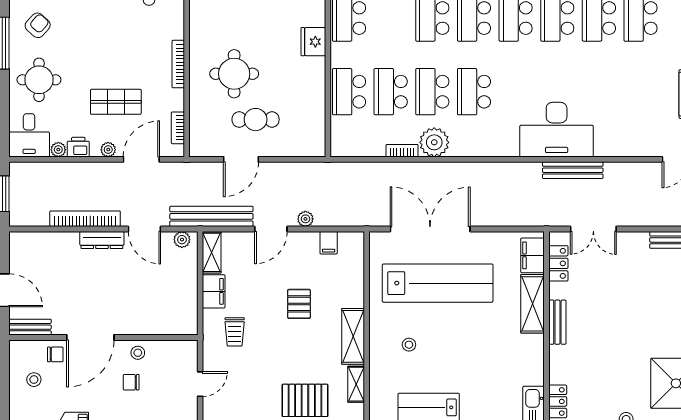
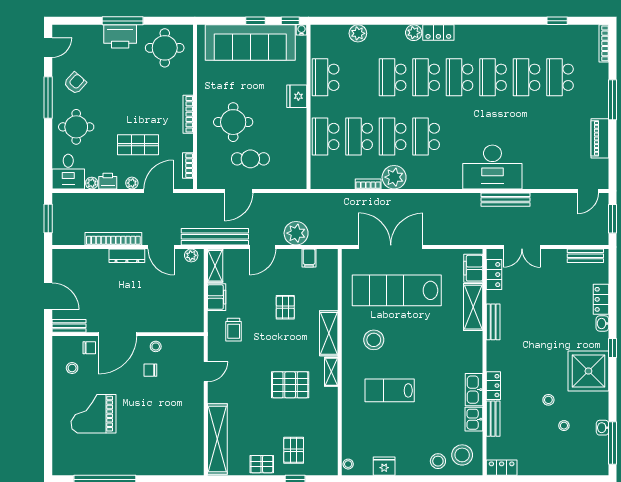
plant: (305, 219) -> (296, 233), width x1.87, depth x1.87
lab bench: (438, 283) -> (397, 290), turned 180
stool: (409, 345) -> (374, 340), width x1.89, depth x1.89

